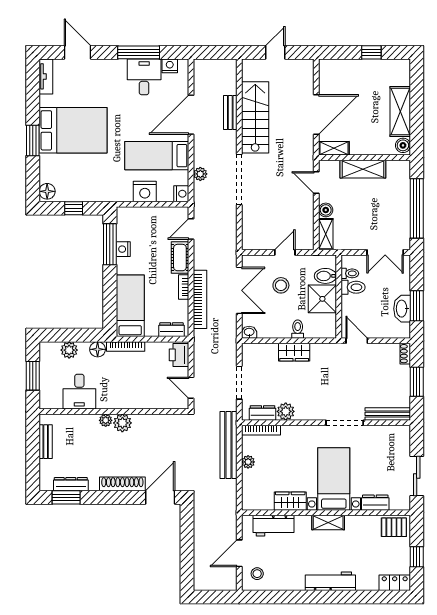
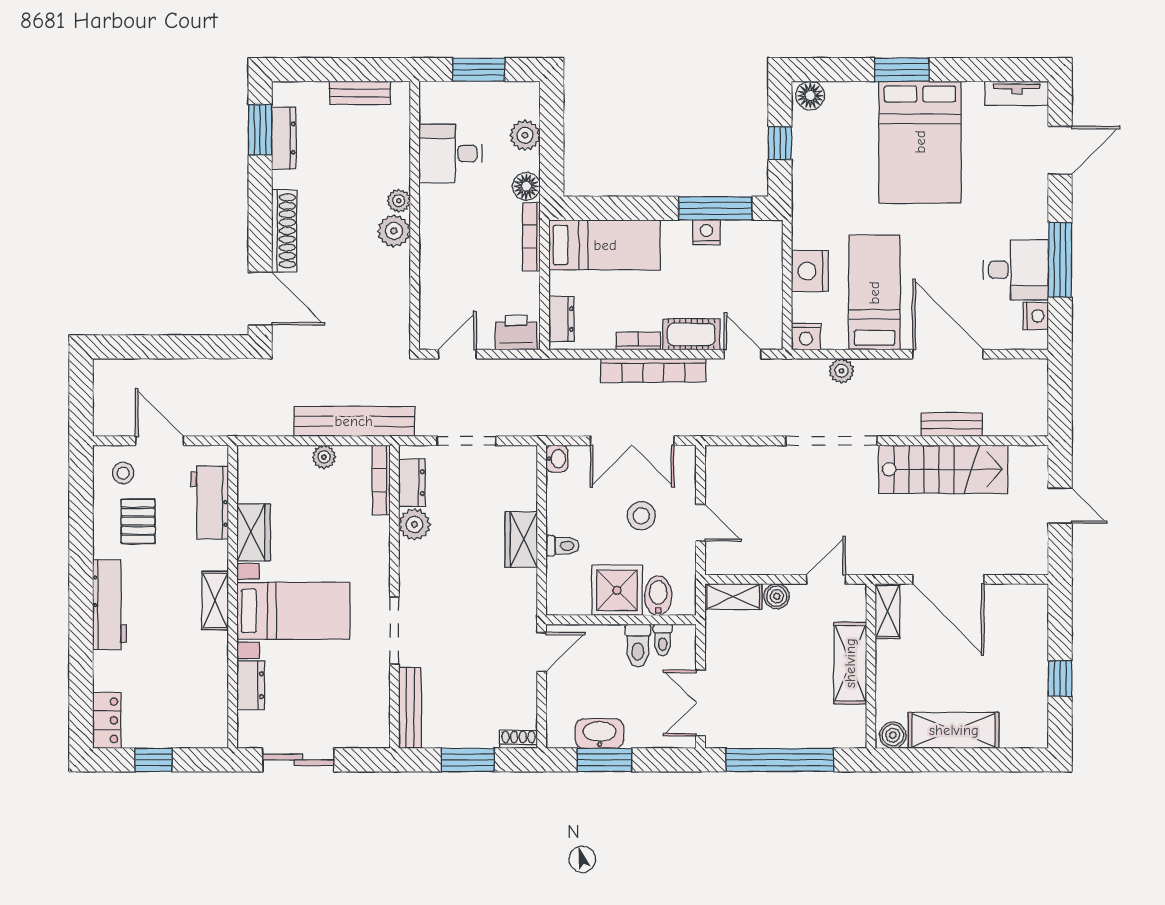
bookcase: (200, 299) -> (653, 370), moved
pallet: (394, 527) -> (138, 521), moved

